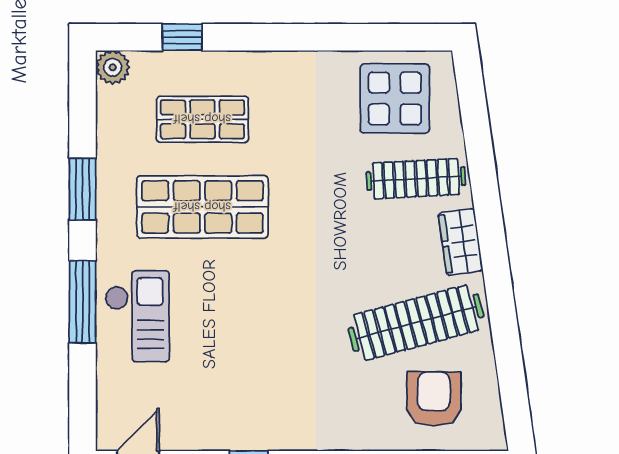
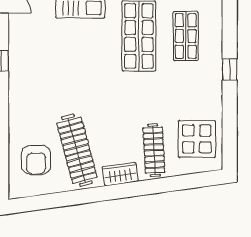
window: (182, 37) -> (230, 70), moved
armchair: (434, 399) -> (36, 160), turned 90

